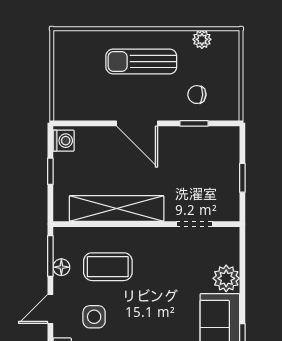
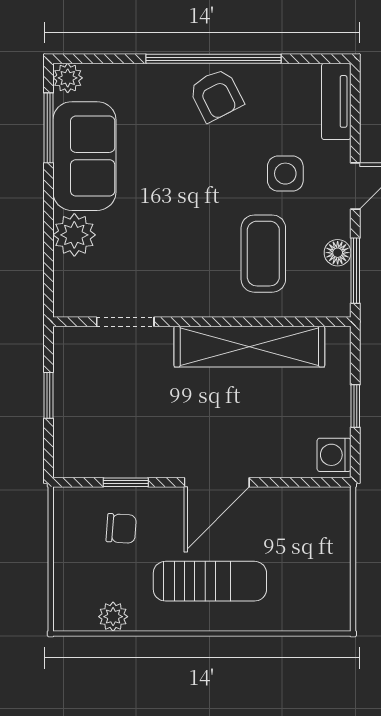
door: (137, 123) -> (217, 482), swing flipped
coffee table: (108, 267) -> (263, 254), turned 90

